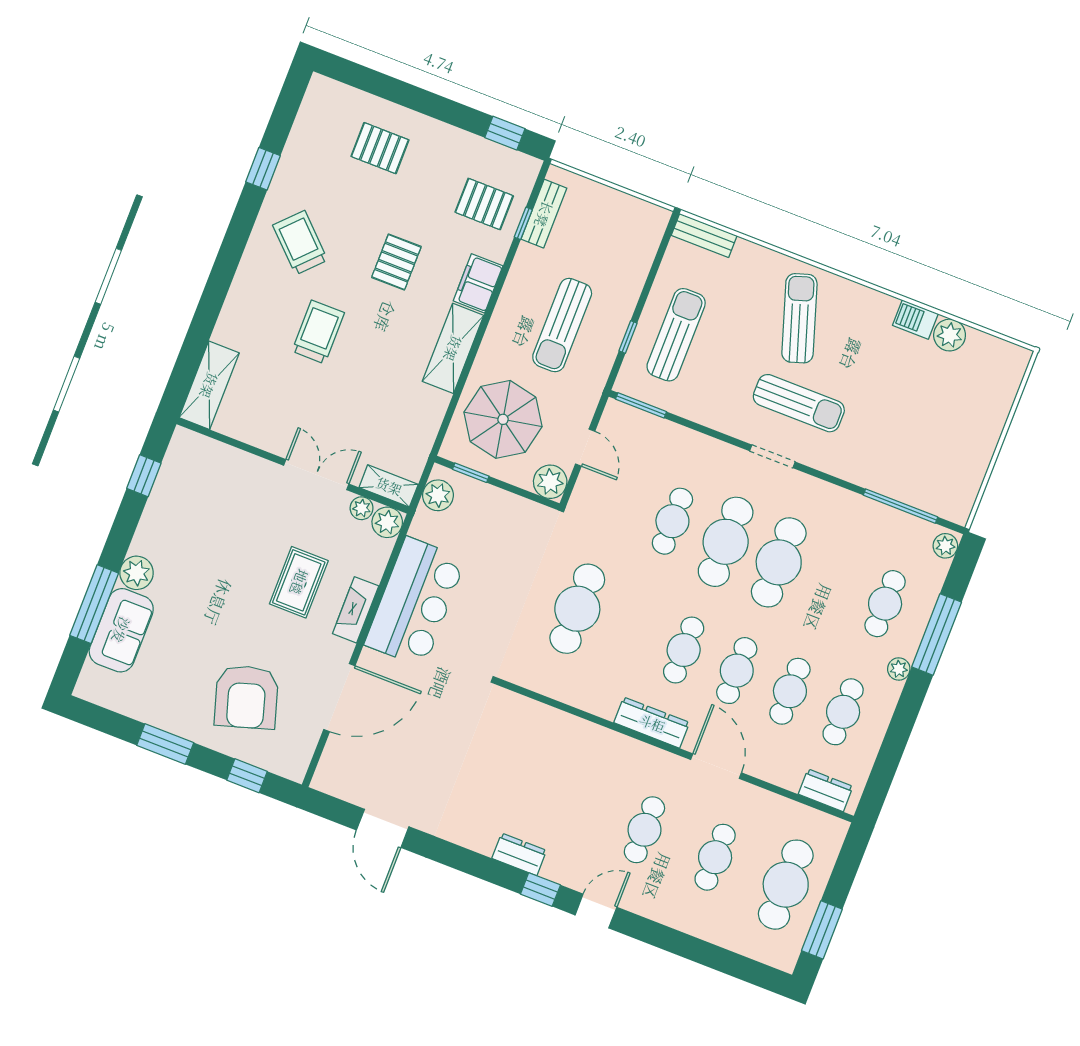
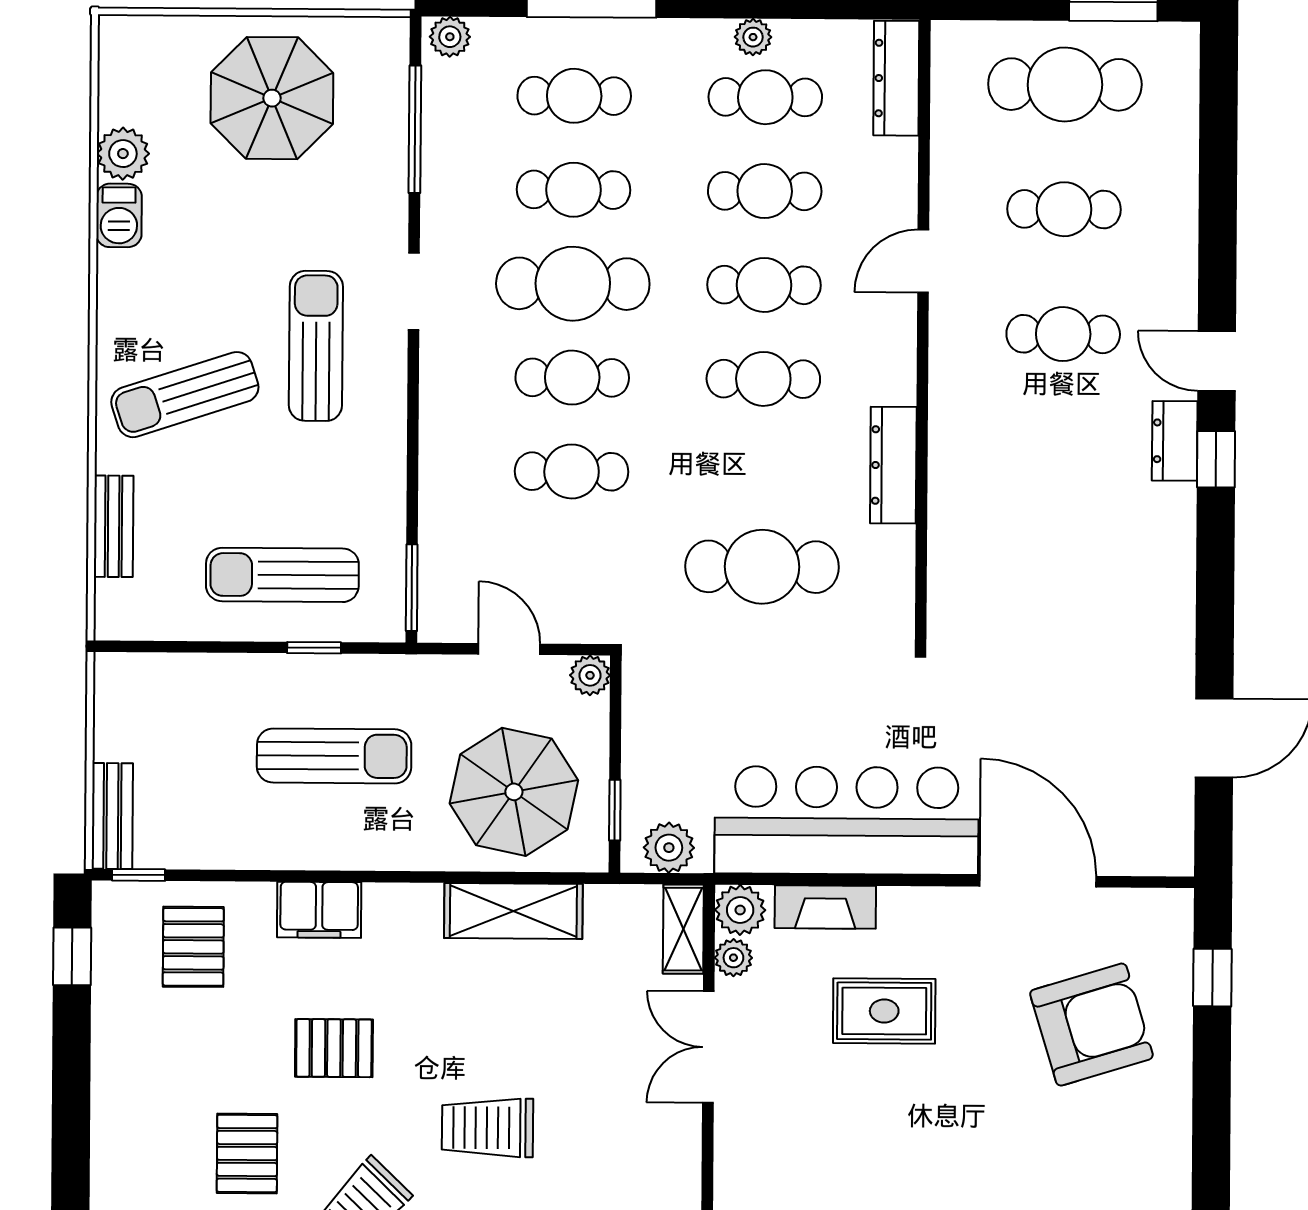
pallet: (380, 148) -> (247, 1153), moved
bench: (544, 214) -> (112, 816), moved, turned 90
window: (523, 223) -> (138, 875), moved
bench: (704, 235) -> (114, 526), moved
shelving: (453, 348) -> (513, 911), moved
parasol: (949, 432) -> (272, 98), added
door: (585, 448) -> (509, 649), hinge flipped
doorway: (772, 456) -> (414, 291), moved
plant: (550, 482) -> (590, 675), width x0.73, depth x0.73
cafe table: (726, 542) -> (572, 378), width x0.73, depth x0.74
cafe table: (832, 583) -> (574, 190), added
bar counter: (415, 602) -> (847, 820), width x1.36
fireplace: (356, 610) -> (825, 907), moved
plant: (899, 669) -> (753, 37), moved
dresser: (652, 723) -> (893, 465), moved
window: (165, 744) -> (1211, 1122), removed
door: (716, 766) -> (923, 261), width x0.73
dresser: (826, 790) -> (896, 78), width x1.44
dresser: (519, 854) -> (1175, 441), moved

